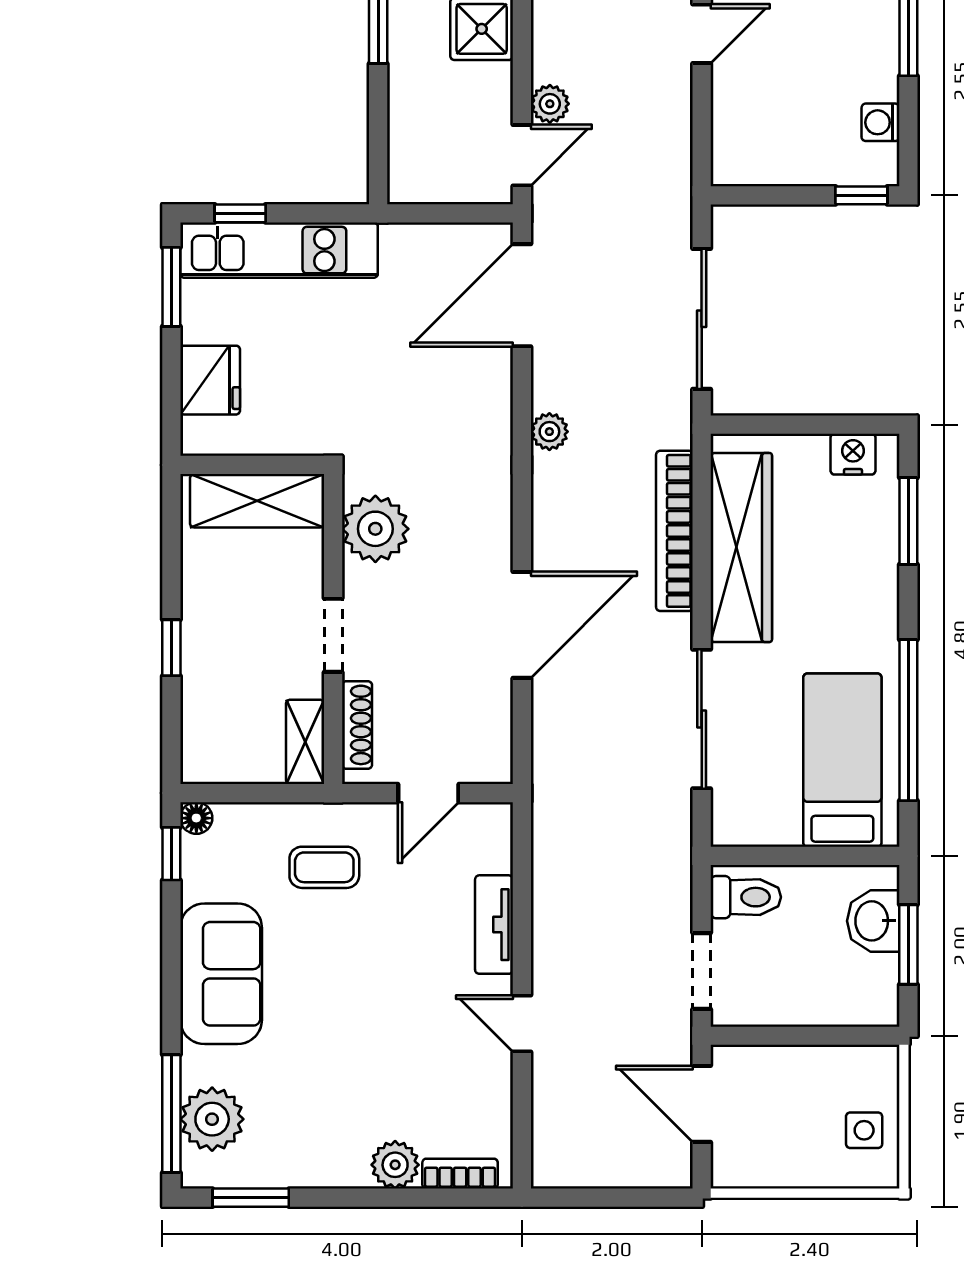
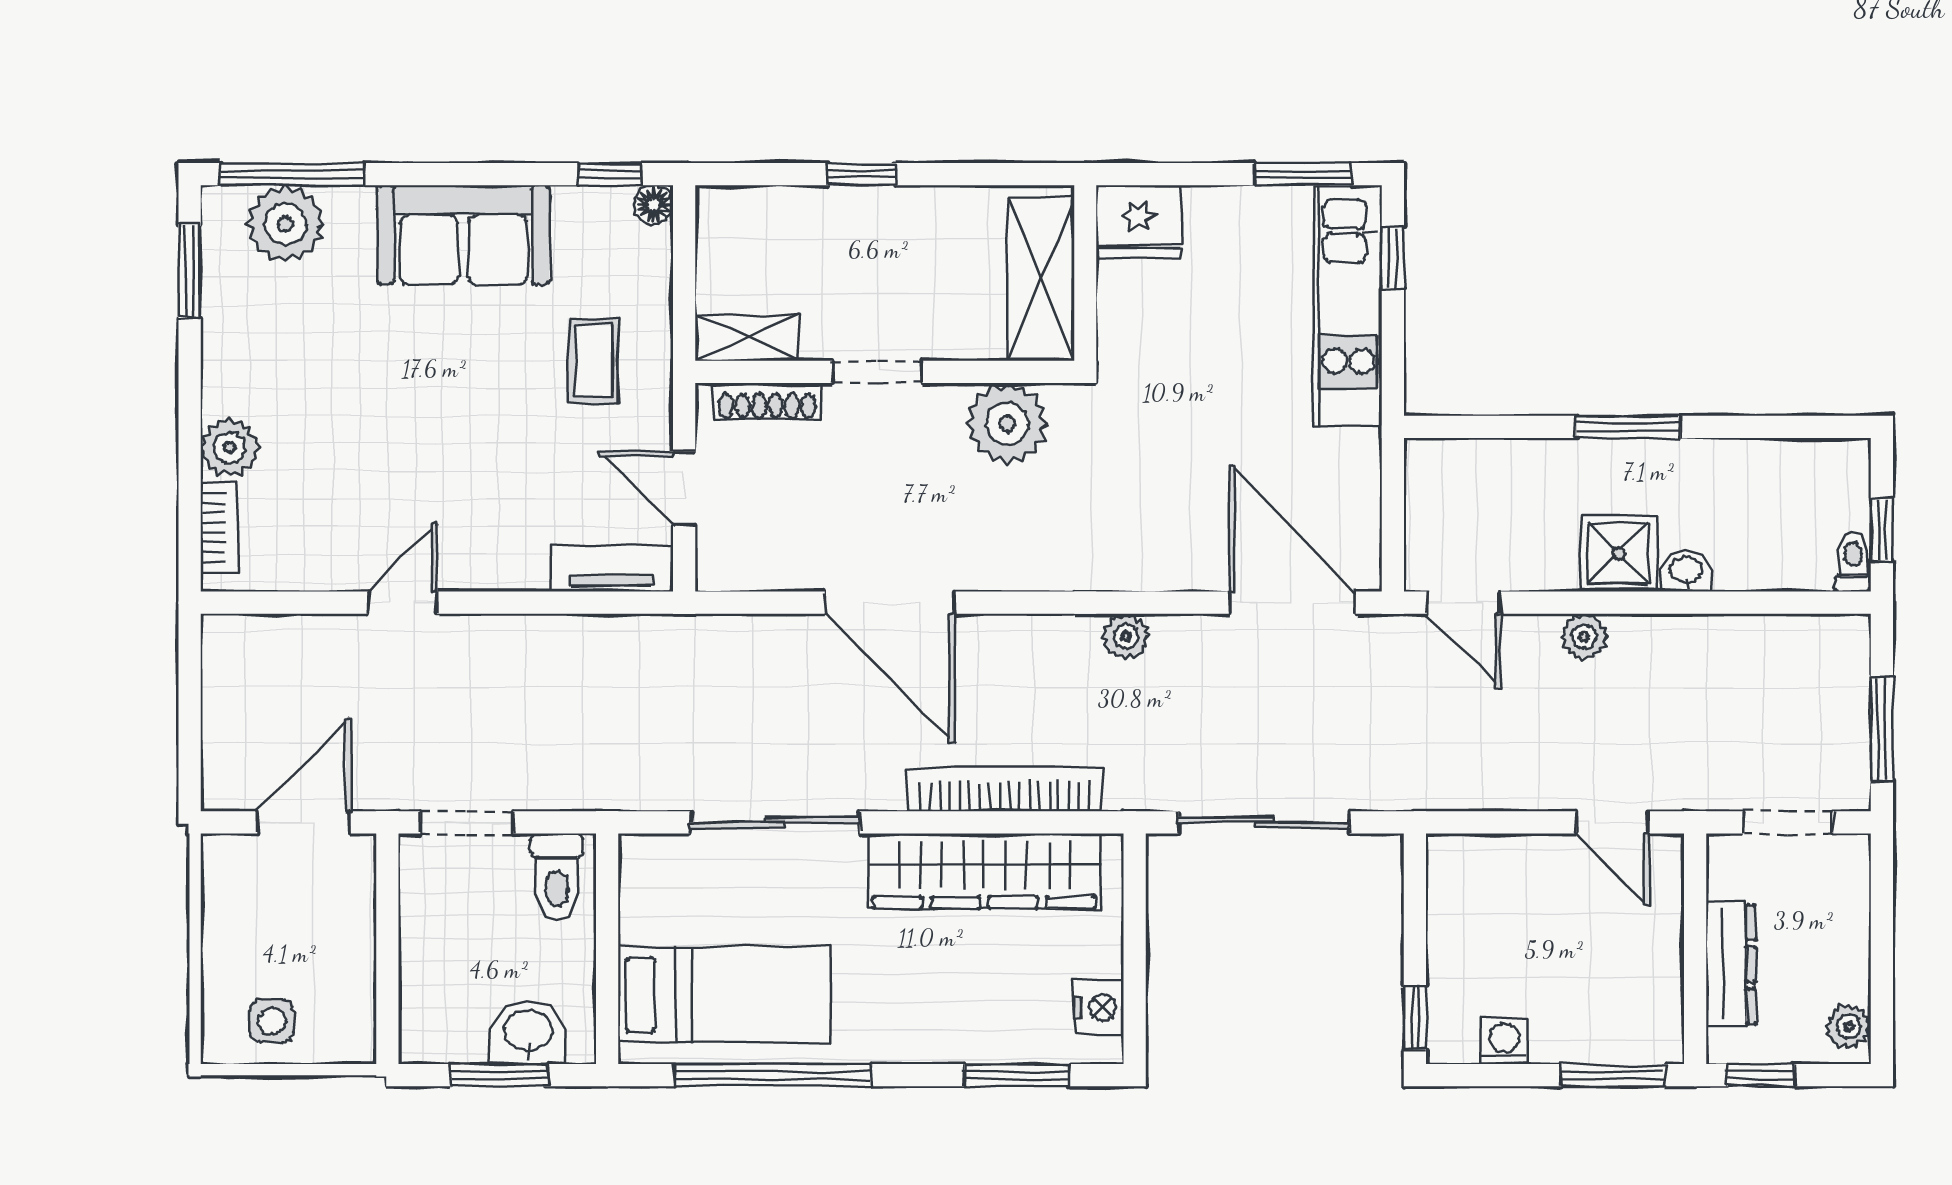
plant: (550, 104) -> (1584, 637), moved
fridge: (210, 380) -> (1139, 221), moved
tv unit: (494, 925) -> (611, 569), moved

